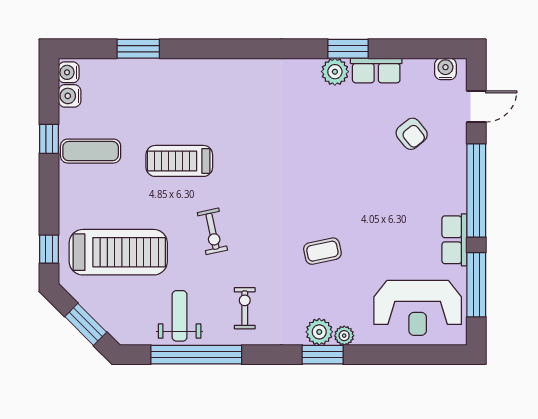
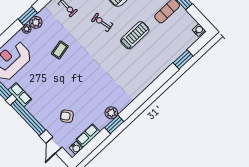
row of seats: (376, 70) -> (88, 136), moved
water cooler: (70, 96) -> (191, 23), removed

